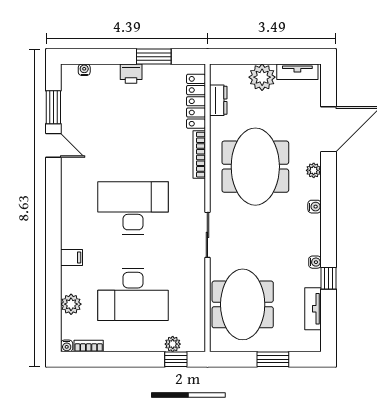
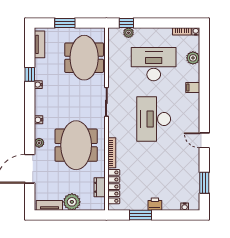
door: (53, 145) -> (204, 140), moved
desk: (133, 208) -> (154, 119), turned 90
tv unit: (313, 309) -> (40, 44), moved

